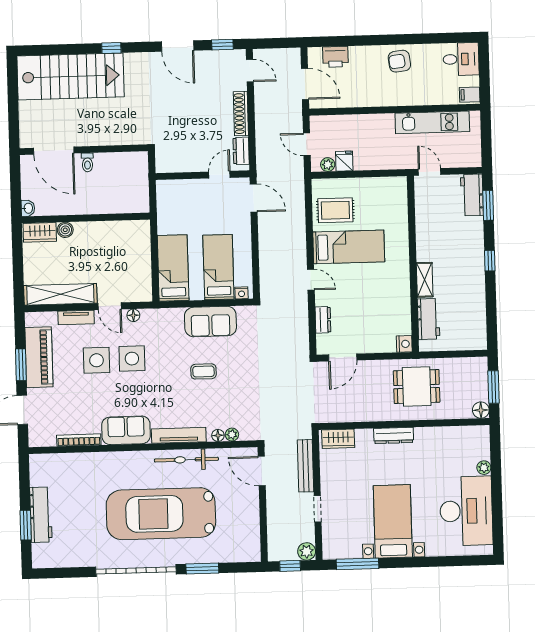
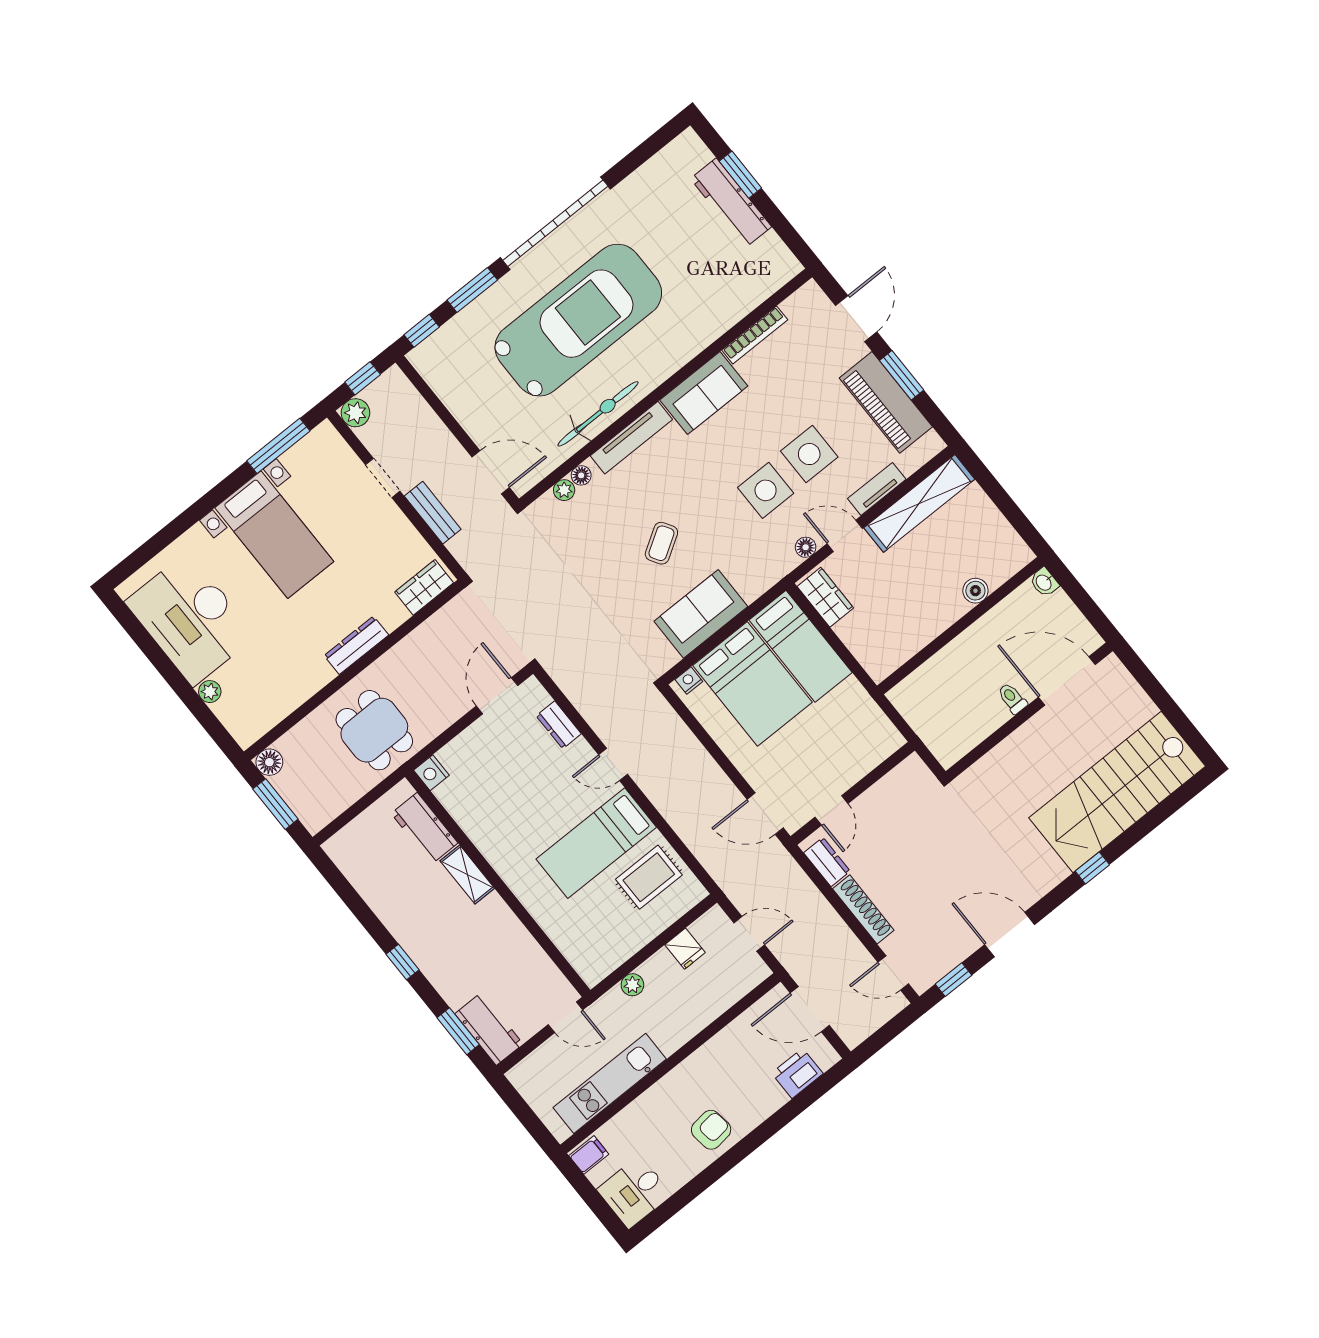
plant: (328, 165) -> (632, 985), moved
wardrobe: (40, 232) -> (825, 597), moved, turned 90
bed: (218, 267) -> (752, 684), width x1.50
coffee table: (204, 371) -> (661, 543), turned -32
dining table: (417, 387) -> (374, 730), turned 90
bench: (306, 466) -> (433, 513), width x0.73
window: (243, 567) -> (422, 331), added

